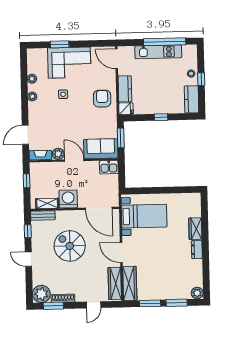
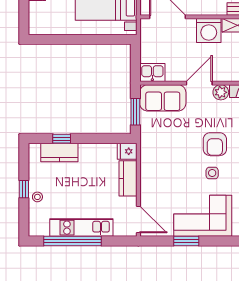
window: (60, 44) -> (186, 241), moved
armchair: (102, 99) -> (215, 144), moved
kitchen counter: (192, 99) -> (59, 152), moved, turned 90
window: (161, 117) -> (62, 139), moved
door: (74, 160) -> (199, 83), swing flipped

